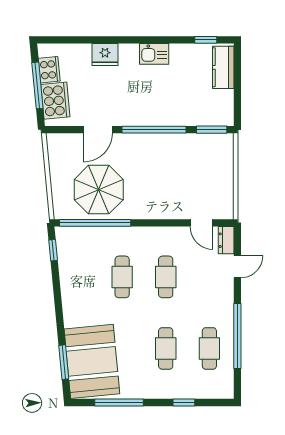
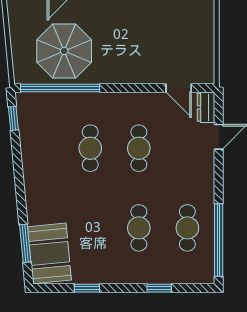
window: (237, 336) -> (219, 240), moved
booth: (92, 361) -> (49, 253), width x0.73, depth x0.70
window: (119, 402) -> (87, 288), width x0.46

